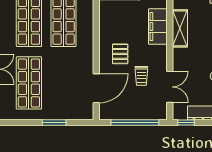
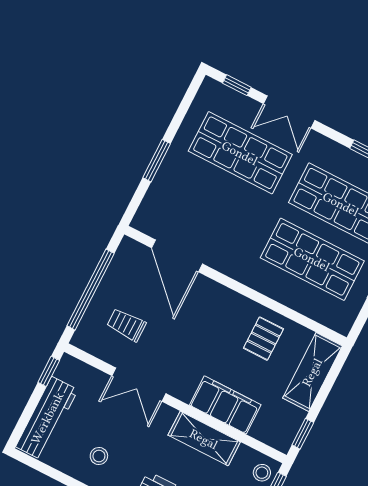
pallet: (120, 54) -> (263, 339), moved, turned 90
trolley: (141, 76) -> (126, 325), moved
double door: (170, 87) -> (139, 385), moved

